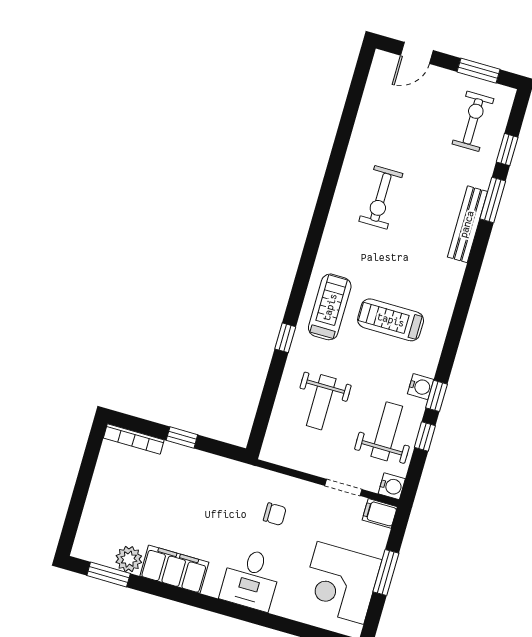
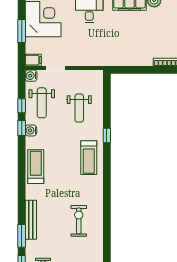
treadmill: (391, 320) -> (36, 167), moved, turned -90
weight bench: (321, 402) -> (79, 108), turned 180
window: (182, 437) -> (145, 70), removed
chair: (275, 514) -> (86, 44), removed

